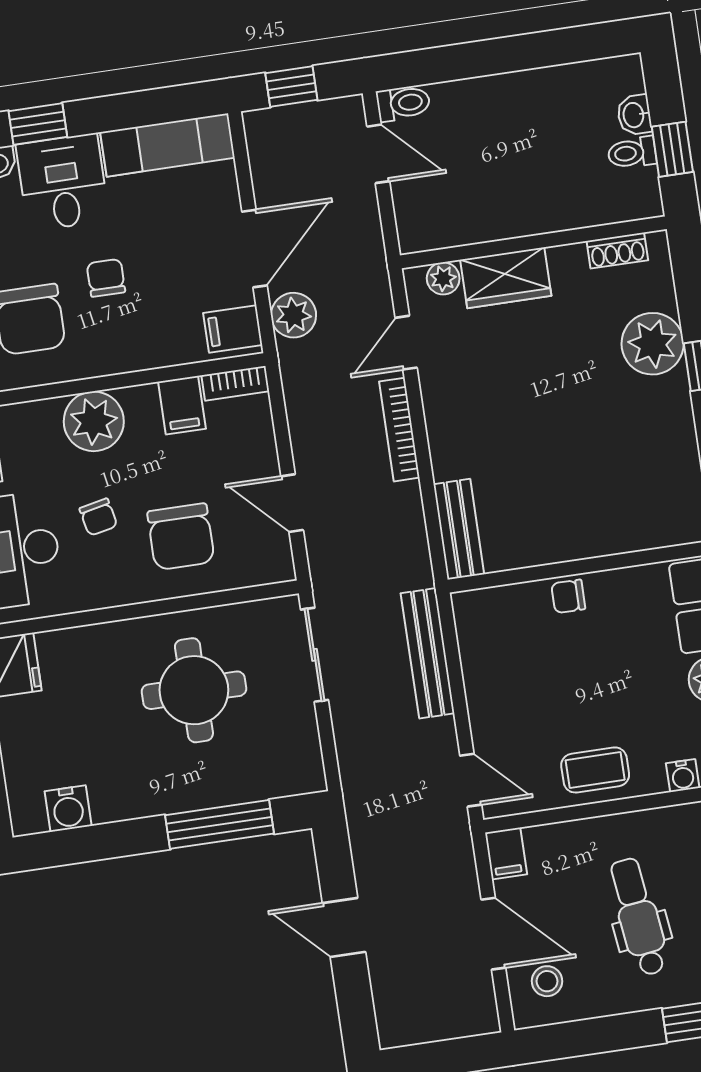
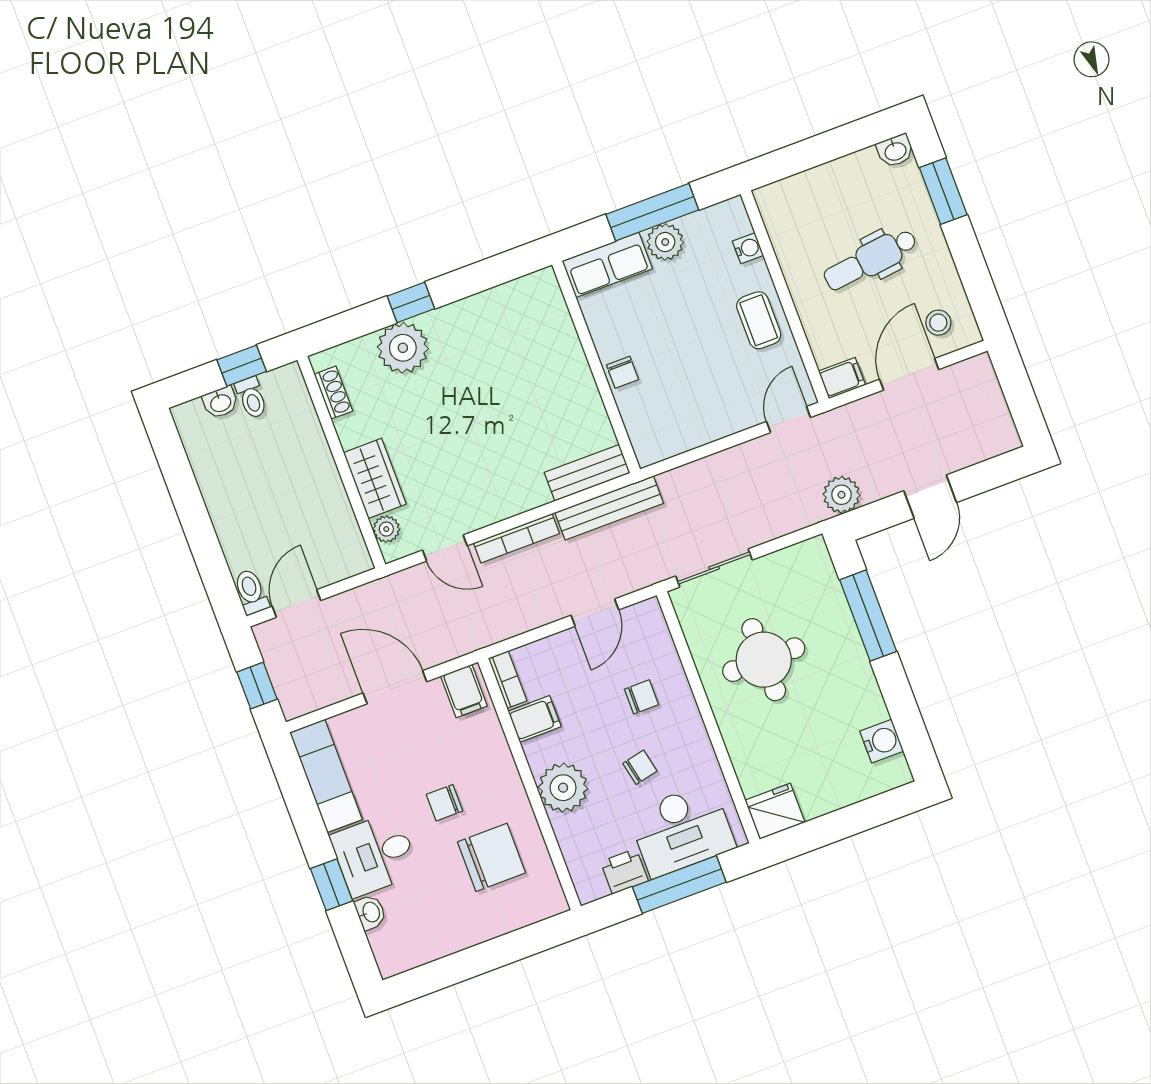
plant: (294, 315) -> (842, 495), moved
chair: (181, 537) -> (641, 697), width x0.54, depth x0.54
bench: (428, 653) -> (609, 508), moved

